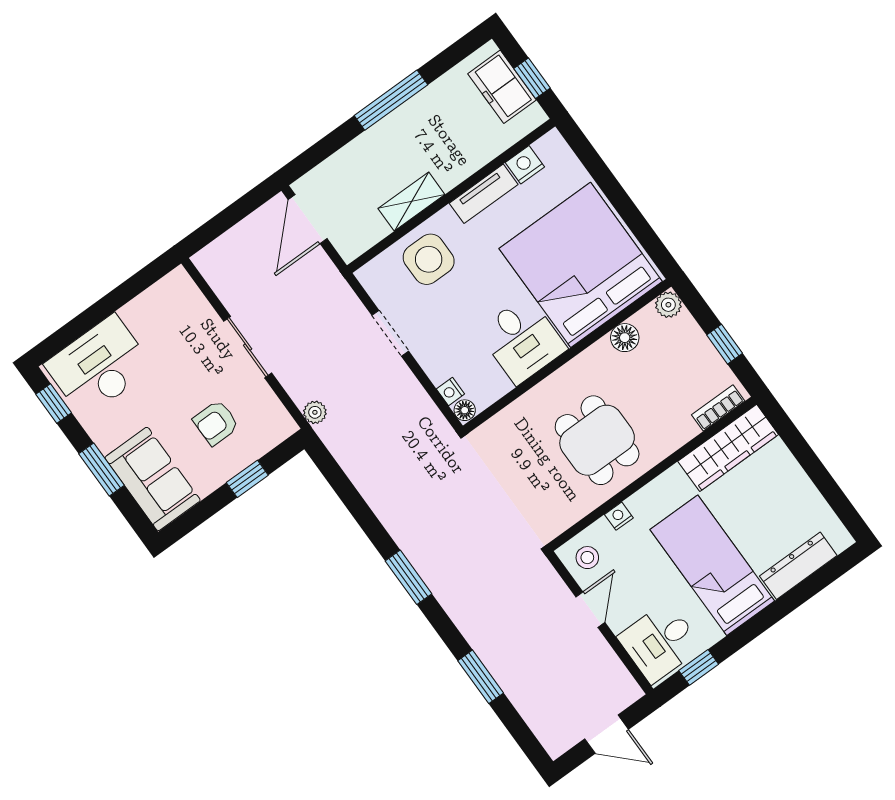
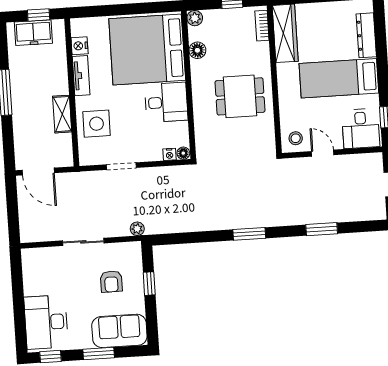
nightstand: (619, 516) -> (285, 109), removed

